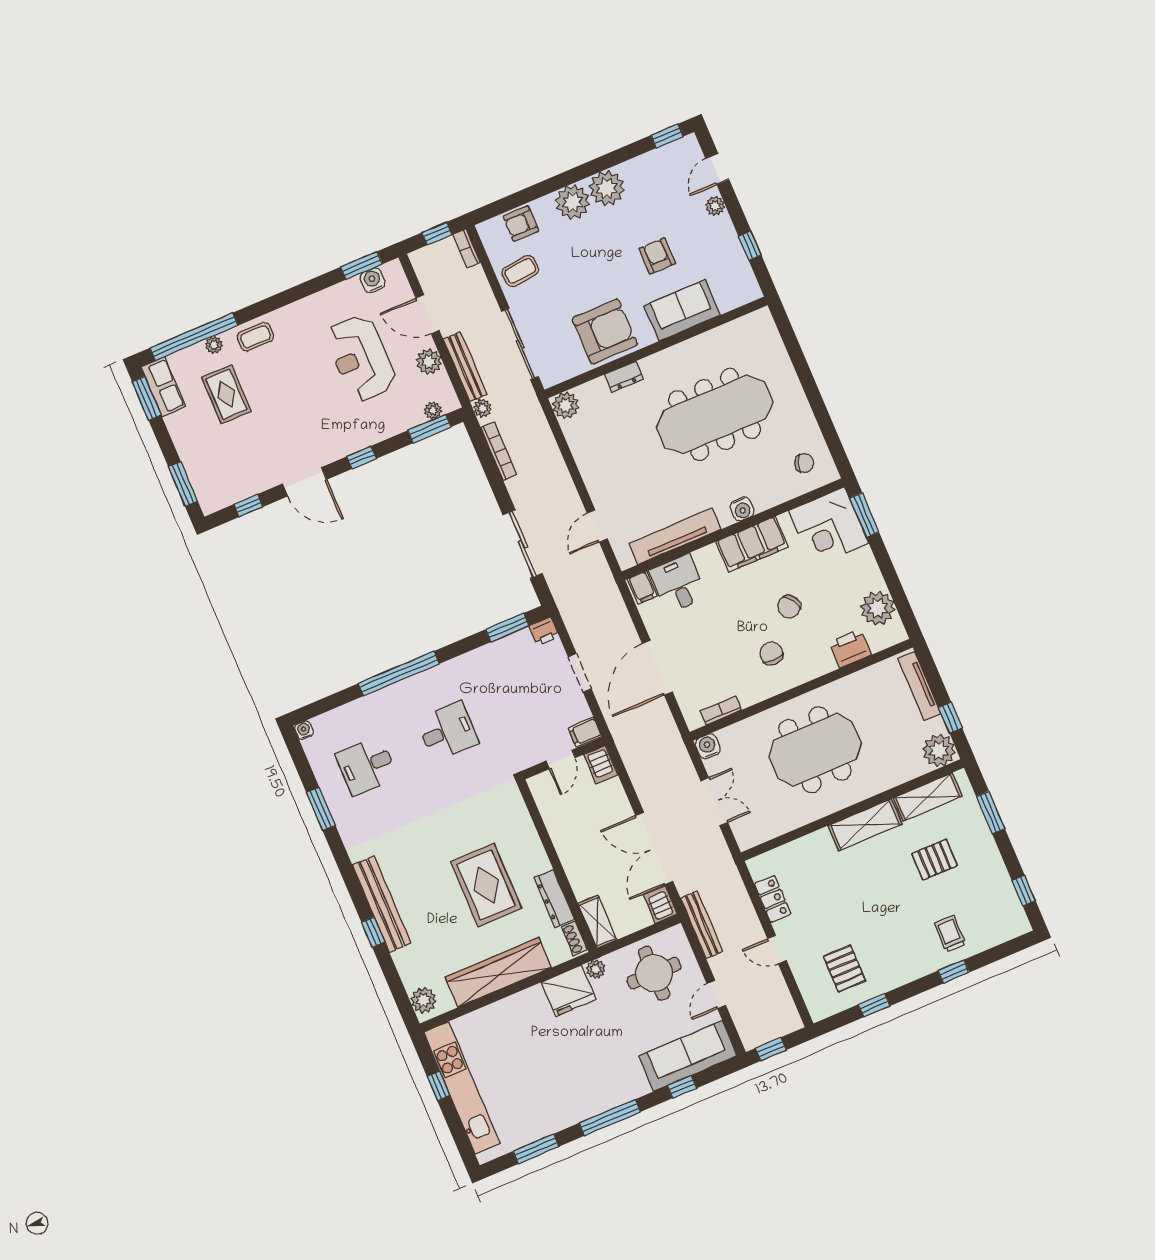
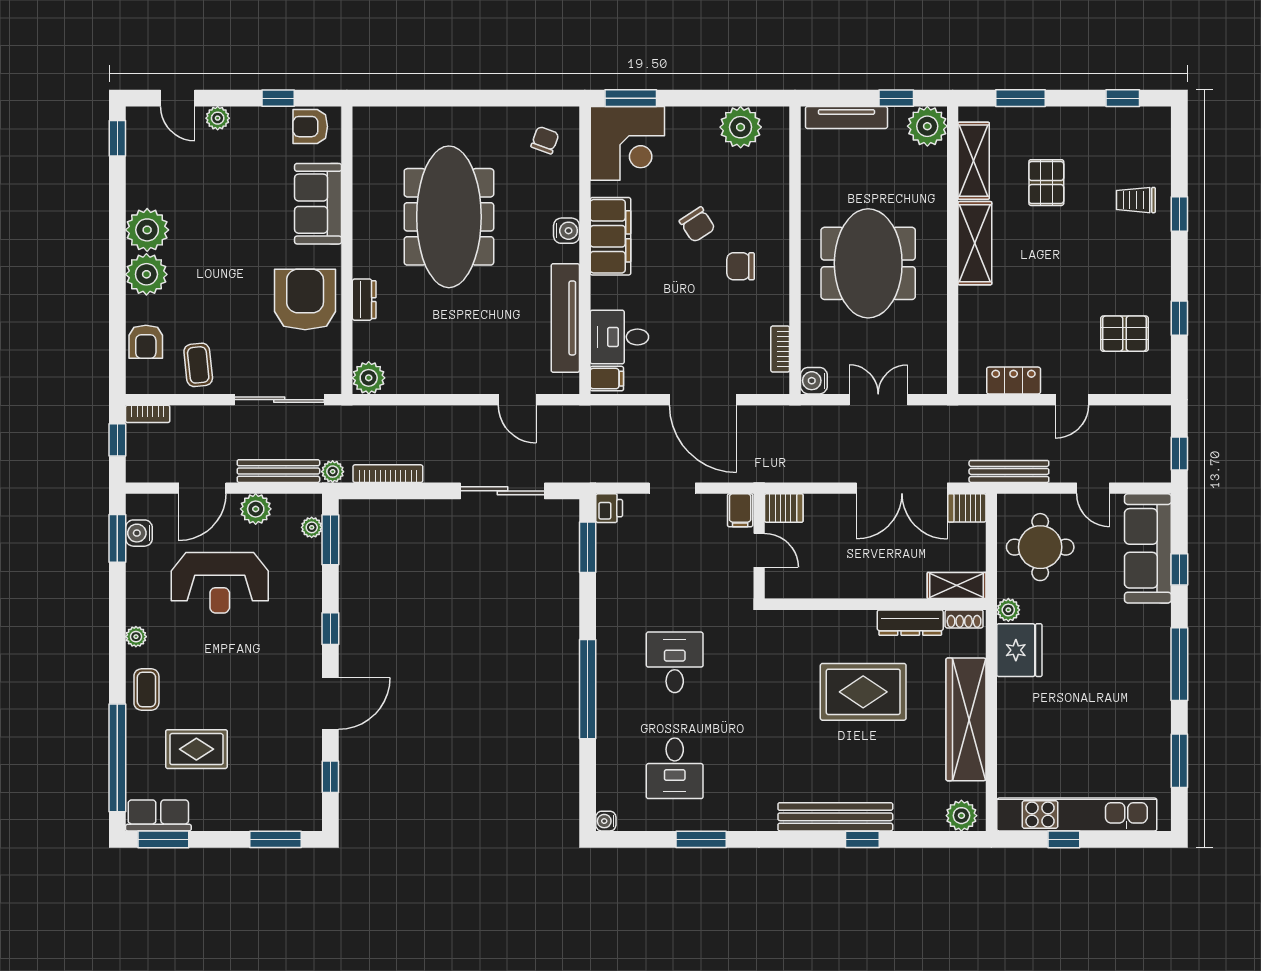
armchair: (657, 256) -> (310, 127), moved
plant: (214, 345) -> (136, 637), moved
printer: (850, 648) -> (772, 177), removed

